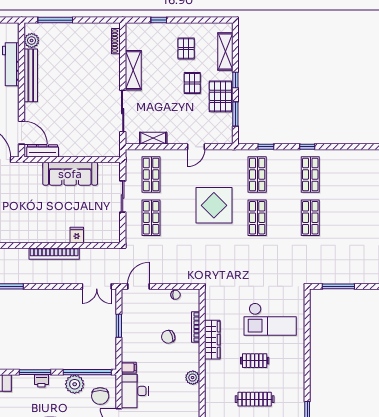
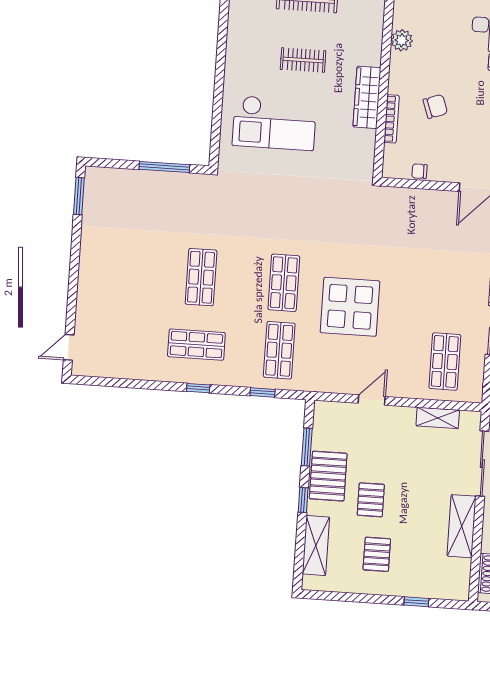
shop shelf: (310, 174) -> (196, 345), turned 90
shop shelf: (151, 218) -> (449, 294), removed
checkout: (270, 319) -> (274, 123), turned 180

